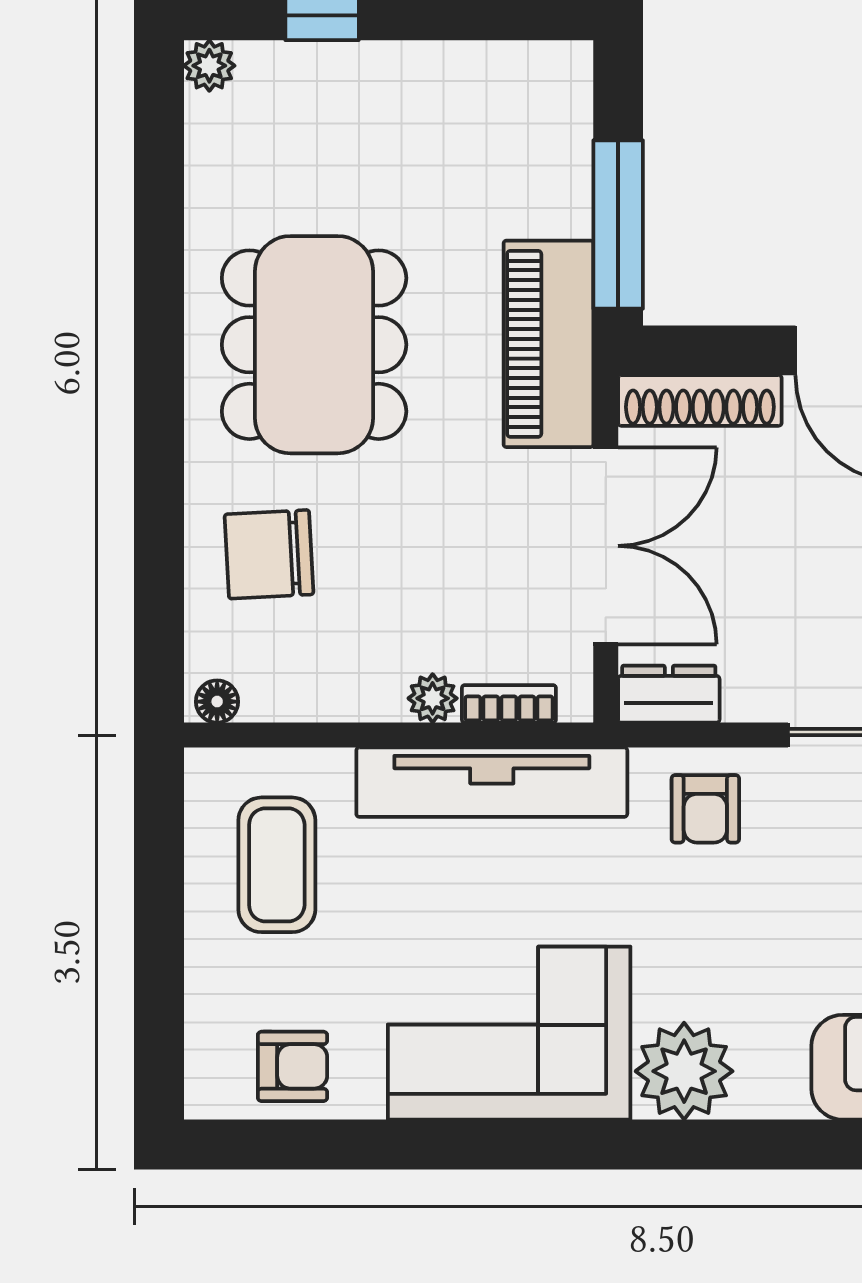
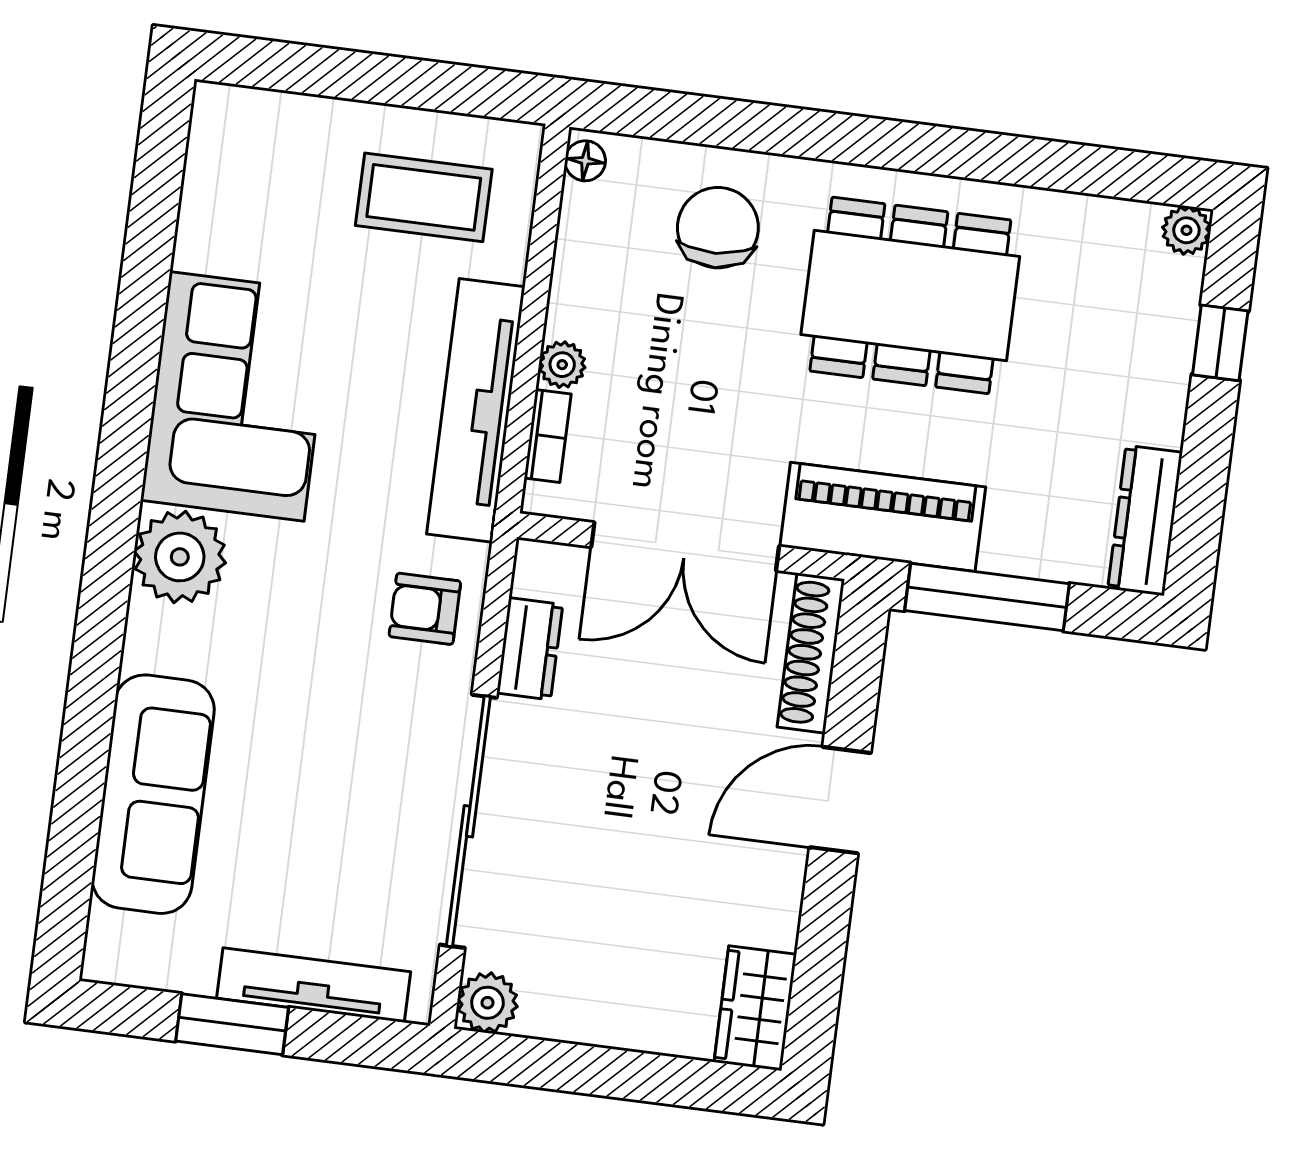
dresser: (517, 70) -> (1145, 520), added
dresser: (669, 694) -> (530, 649), moved
armchair: (292, 1066) -> (232, 188), removed

